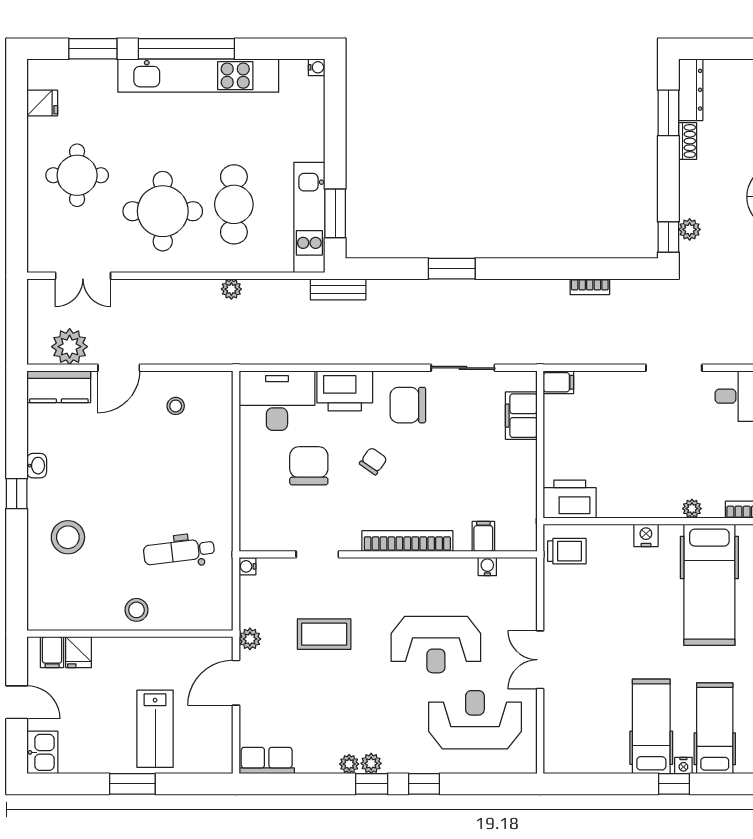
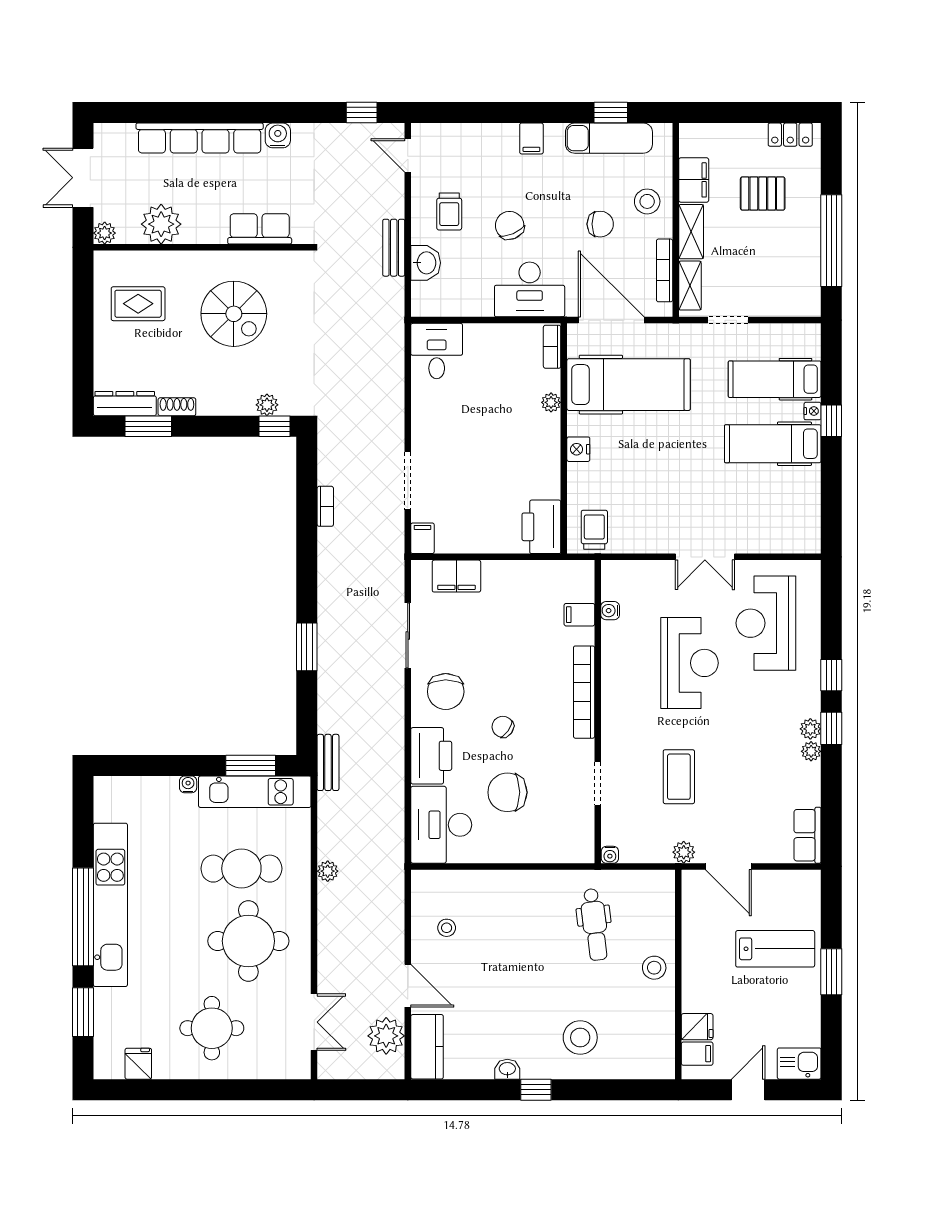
water cooler: (317, 67) -> (188, 784), moved
doorway: (674, 368) -> (408, 481), moved

